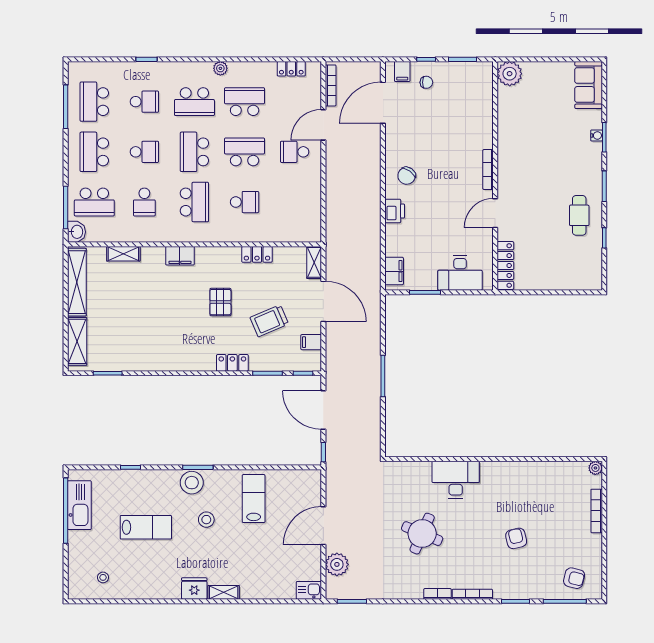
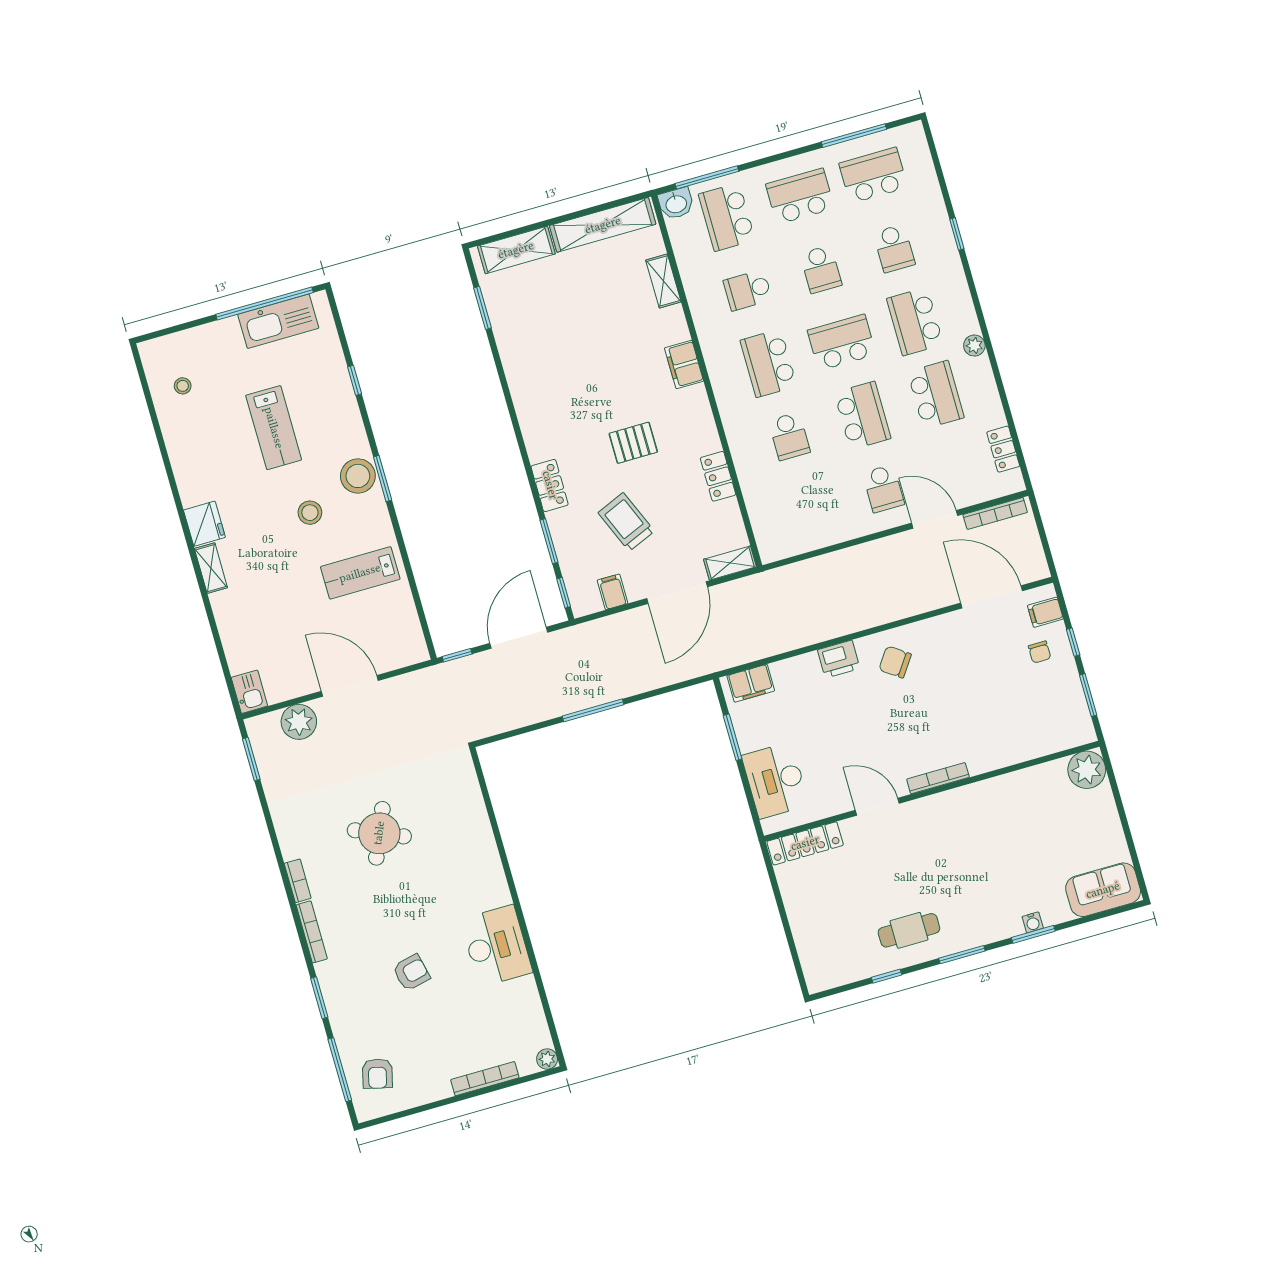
school desk: (295, 152) -> (883, 489), turned 180
school desk: (194, 202) -> (768, 363), turned 90
desk: (456, 480) -> (496, 946), moved
lab bench: (254, 499) -> (360, 573), turned 180

